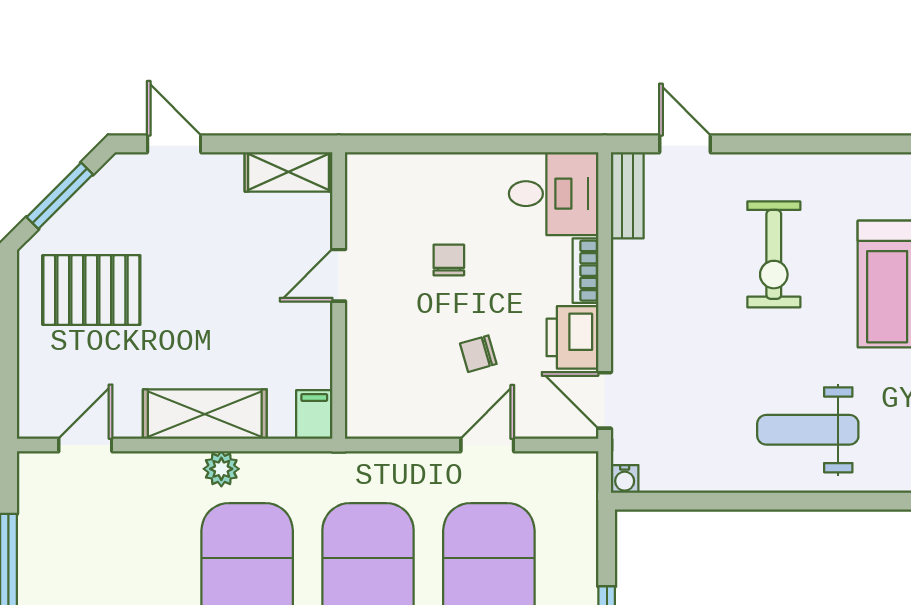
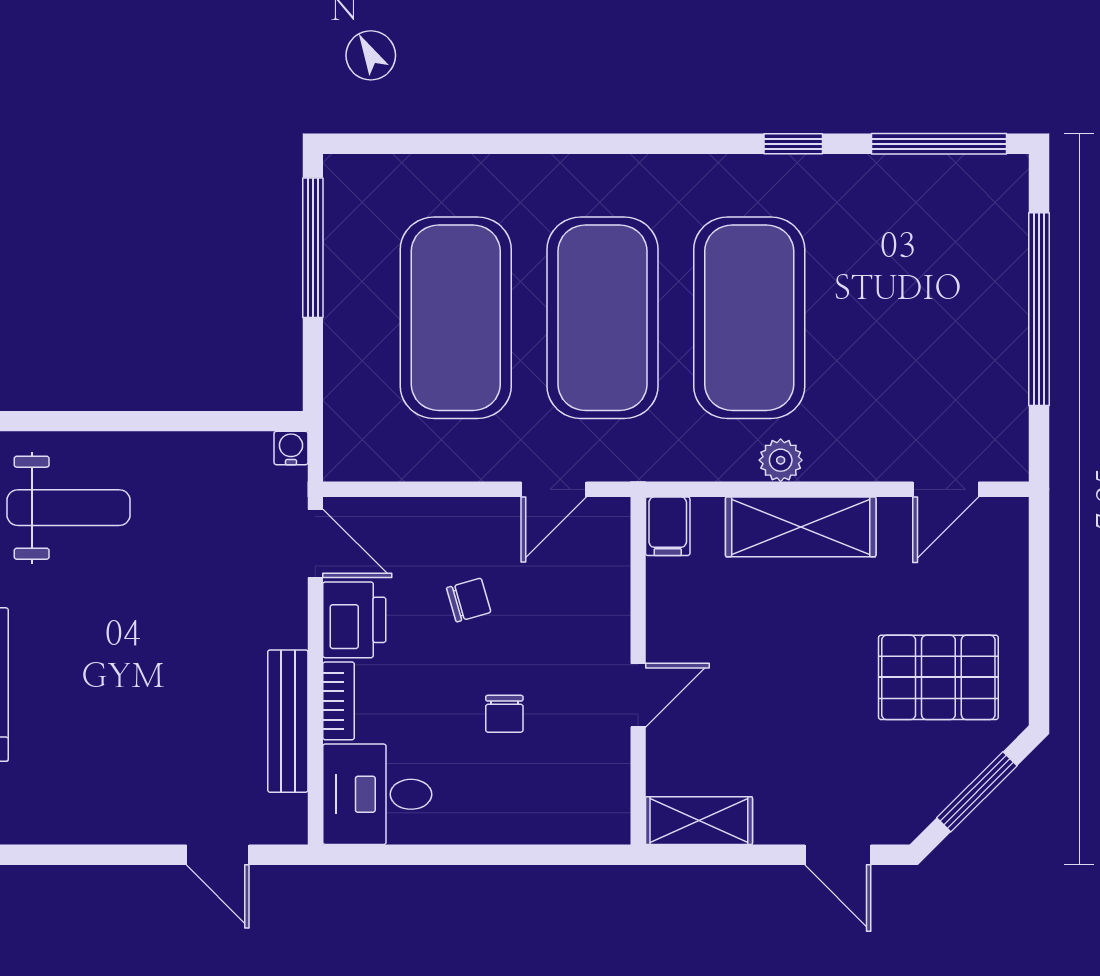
bench: (627, 195) -> (288, 721), moved, width x1.36
exercise bike: (774, 254) -> (110, 721), removed
door: (487, 445) -> (554, 489), moved

